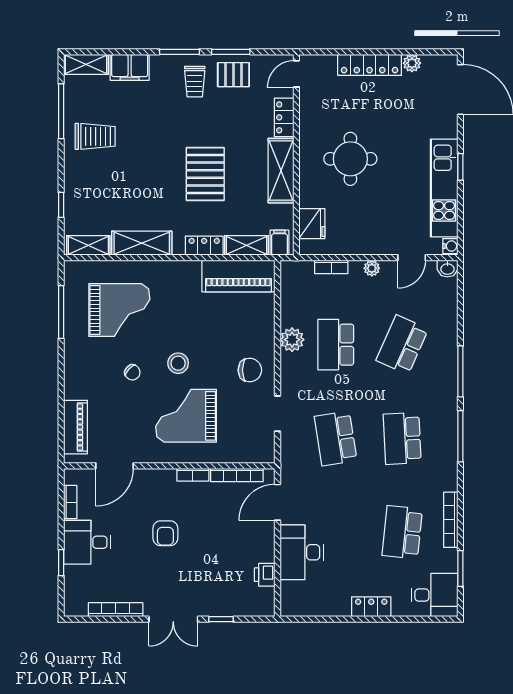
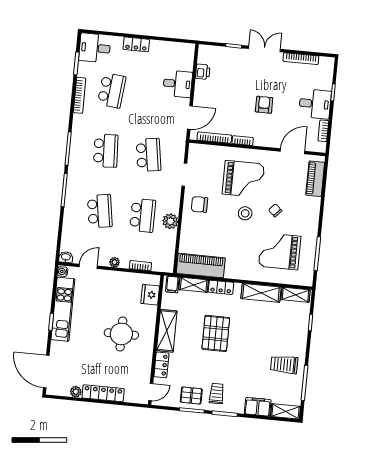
school desk: (402, 345) -> (100, 211), turned -33
desk: (302, 552) -> (178, 84), width x0.73

